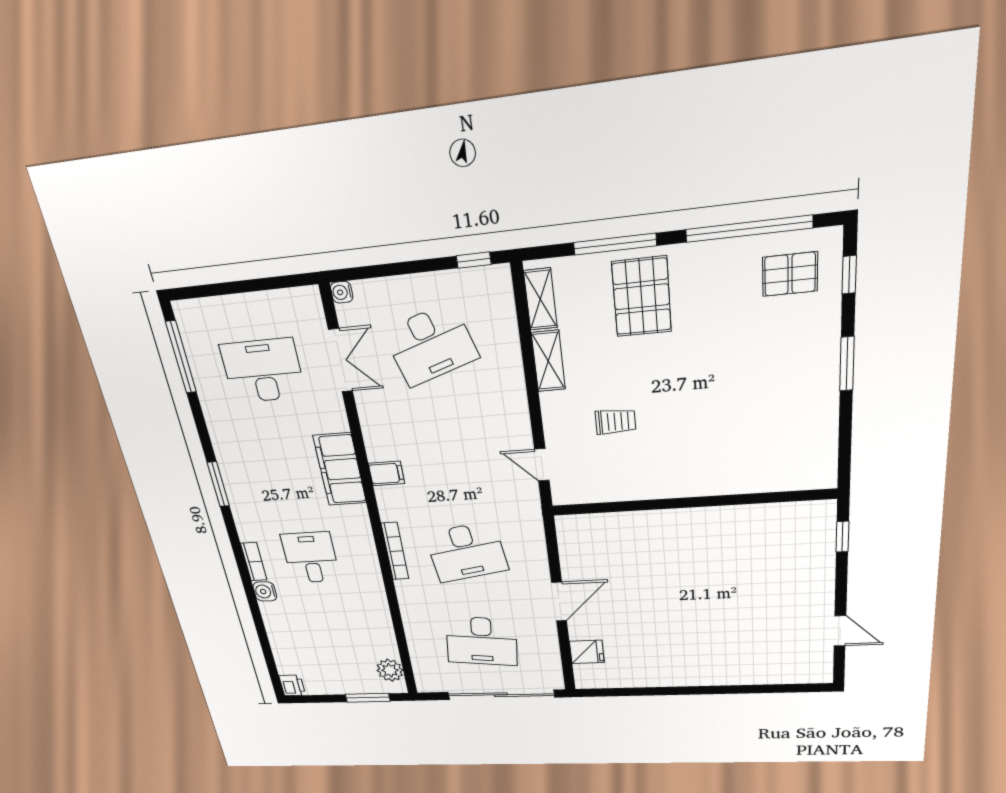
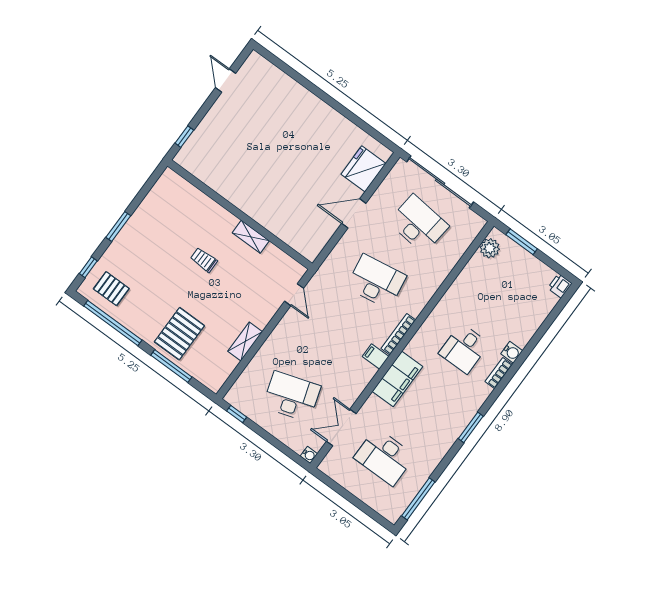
shelving: (540, 299) -> (251, 237), moved, turned 90
trolley: (616, 422) -> (204, 260), moved
bookcase: (395, 551) -> (398, 334), moved
fridge: (587, 652) -> (363, 169), width x1.88, depth x1.34

